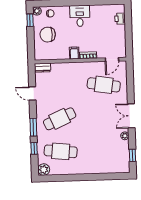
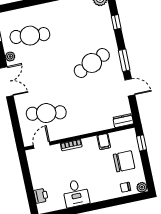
desk: (80, 16) -> (76, 193), moved
window: (30, 20) -> (142, 143), moved
filing cabinet: (74, 53) -> (104, 141), moved
window: (33, 127) -> (124, 60), moved
cafe table: (61, 151) -> (30, 36), moved

